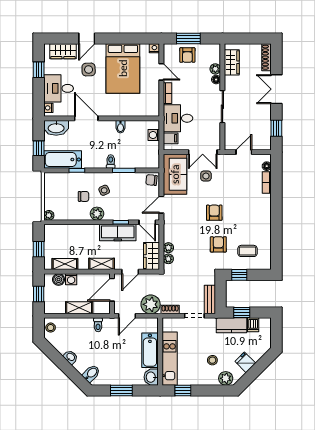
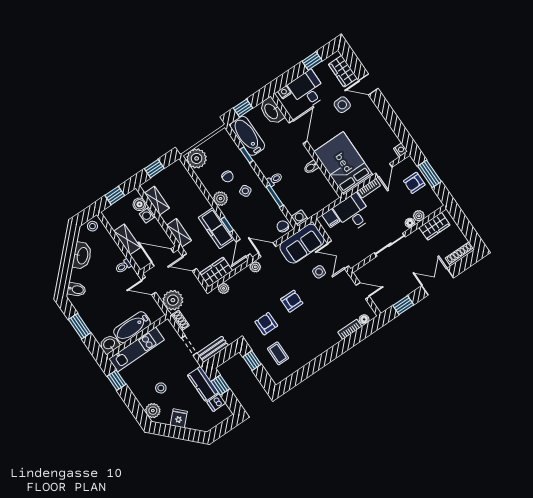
bed: (123, 68) -> (343, 163), moved, turned 90
washing machine: (154, 135) -> (300, 218), moved
plant: (49, 215) -> (197, 158), width x1.87, depth x1.87
armchair: (218, 244) -> (266, 324), turned -90
plant: (168, 248) -> (255, 267), moved
washbasin: (71, 357) -> (82, 256), width x1.91, depth x1.45

